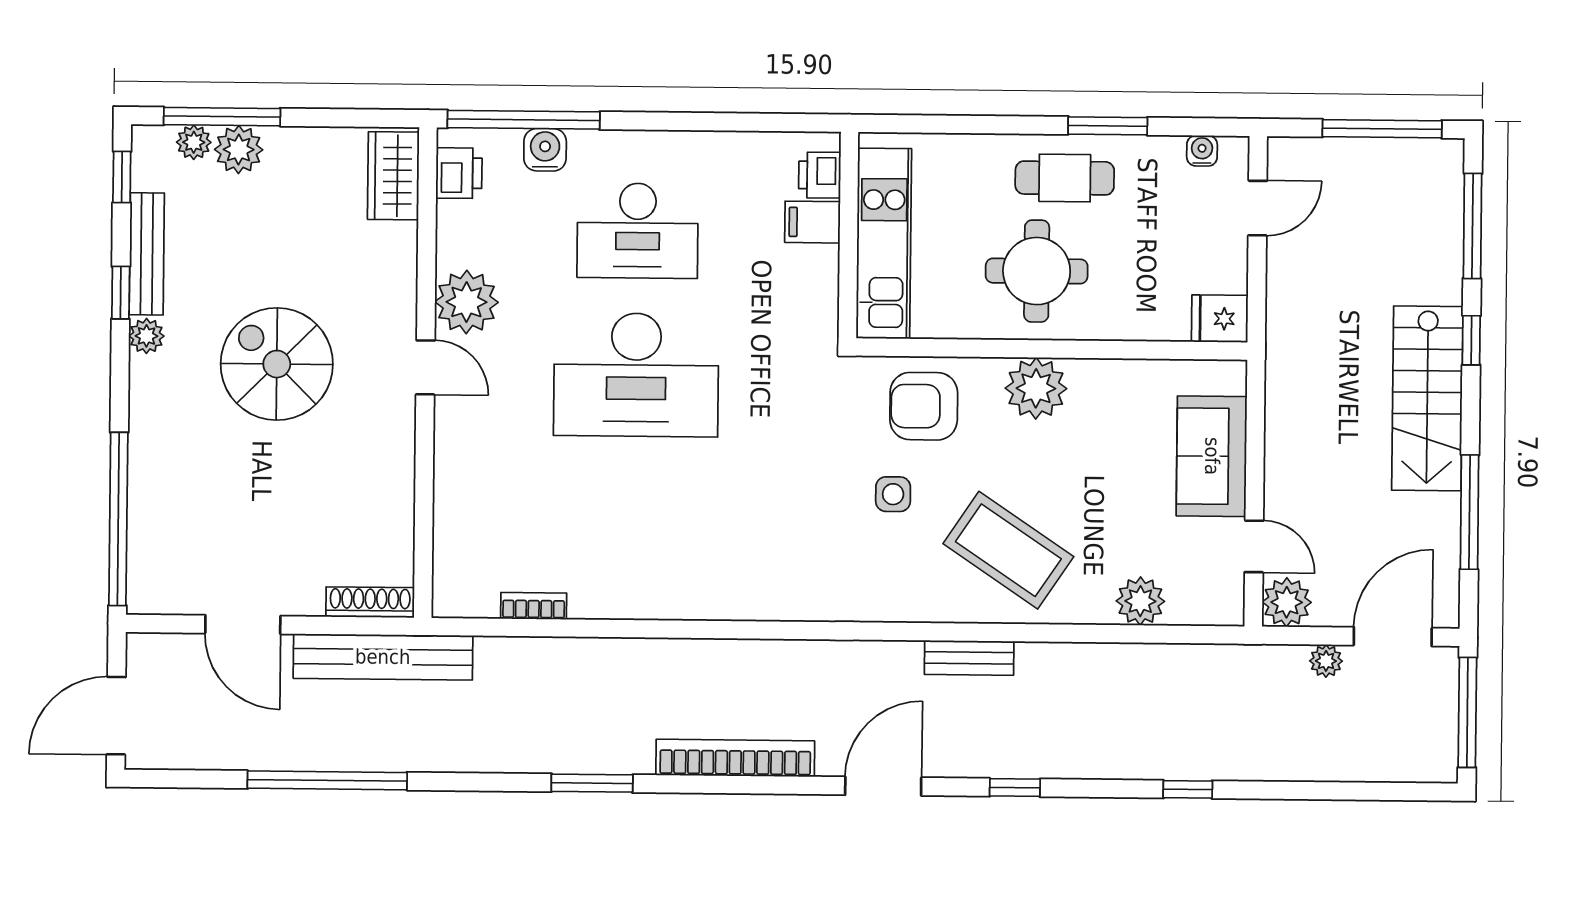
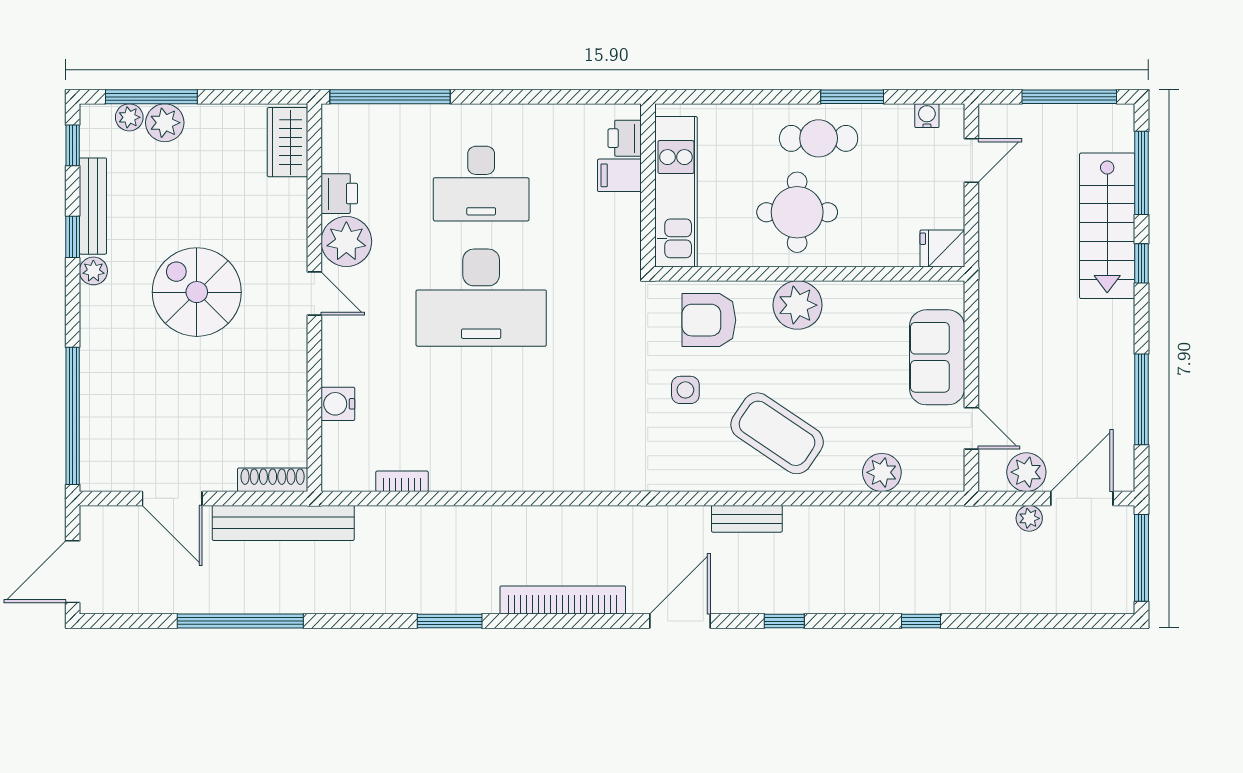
water cooler: (545, 150) -> (338, 404), moved, turned -90
printer: (459, 173) -> (339, 194), moved
stairs: (1427, 398) -> (1107, 226), moved
plant: (1287, 602) -> (1026, 472), moved

